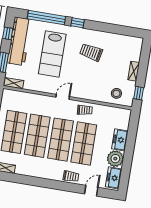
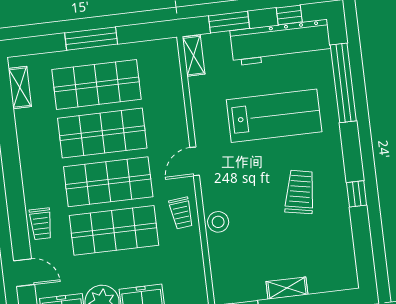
window: (78, 23) -> (357, 194), moved
lab bench: (52, 54) -> (274, 116), turned 180
stool: (116, 93) -> (218, 222), moved
door: (63, 97) -> (195, 161), swing flipped

